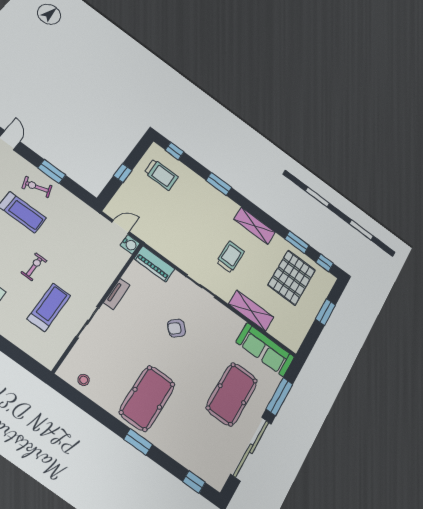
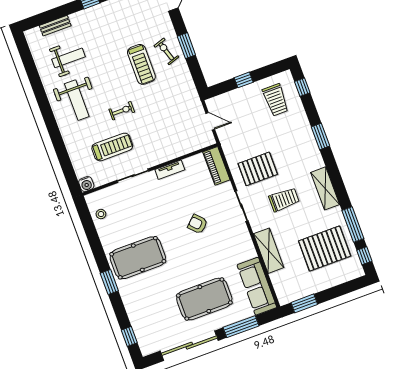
window: (297, 242) -> (353, 224), width x1.44
water cooler: (130, 244) -> (86, 184), moved
pallet: (190, 244) -> (258, 169), added
window: (325, 312) -> (304, 303), moved

